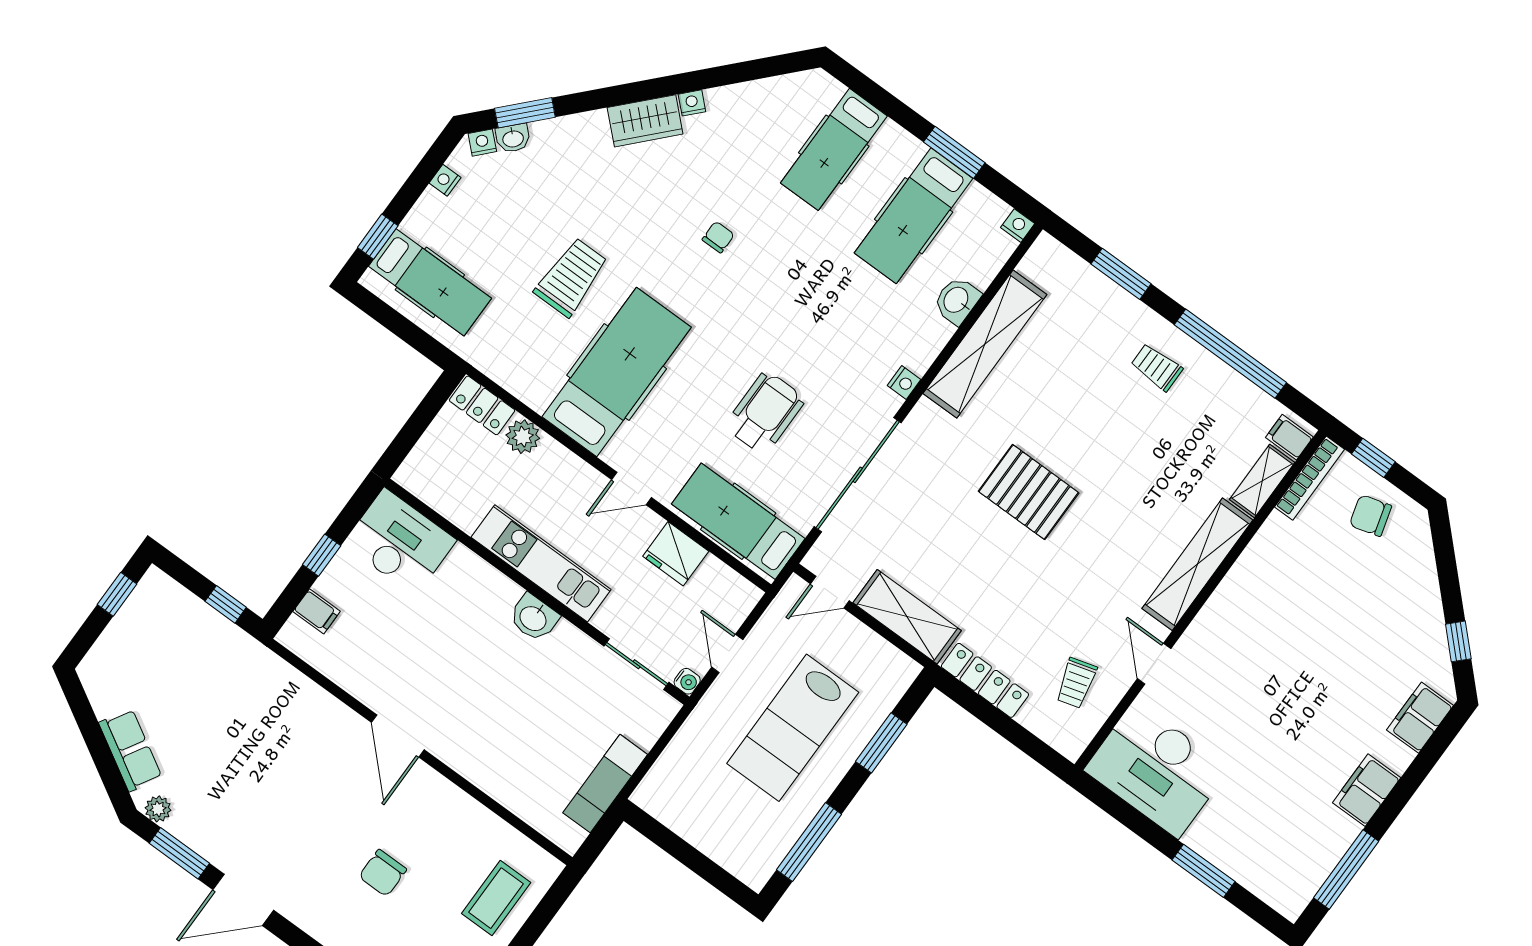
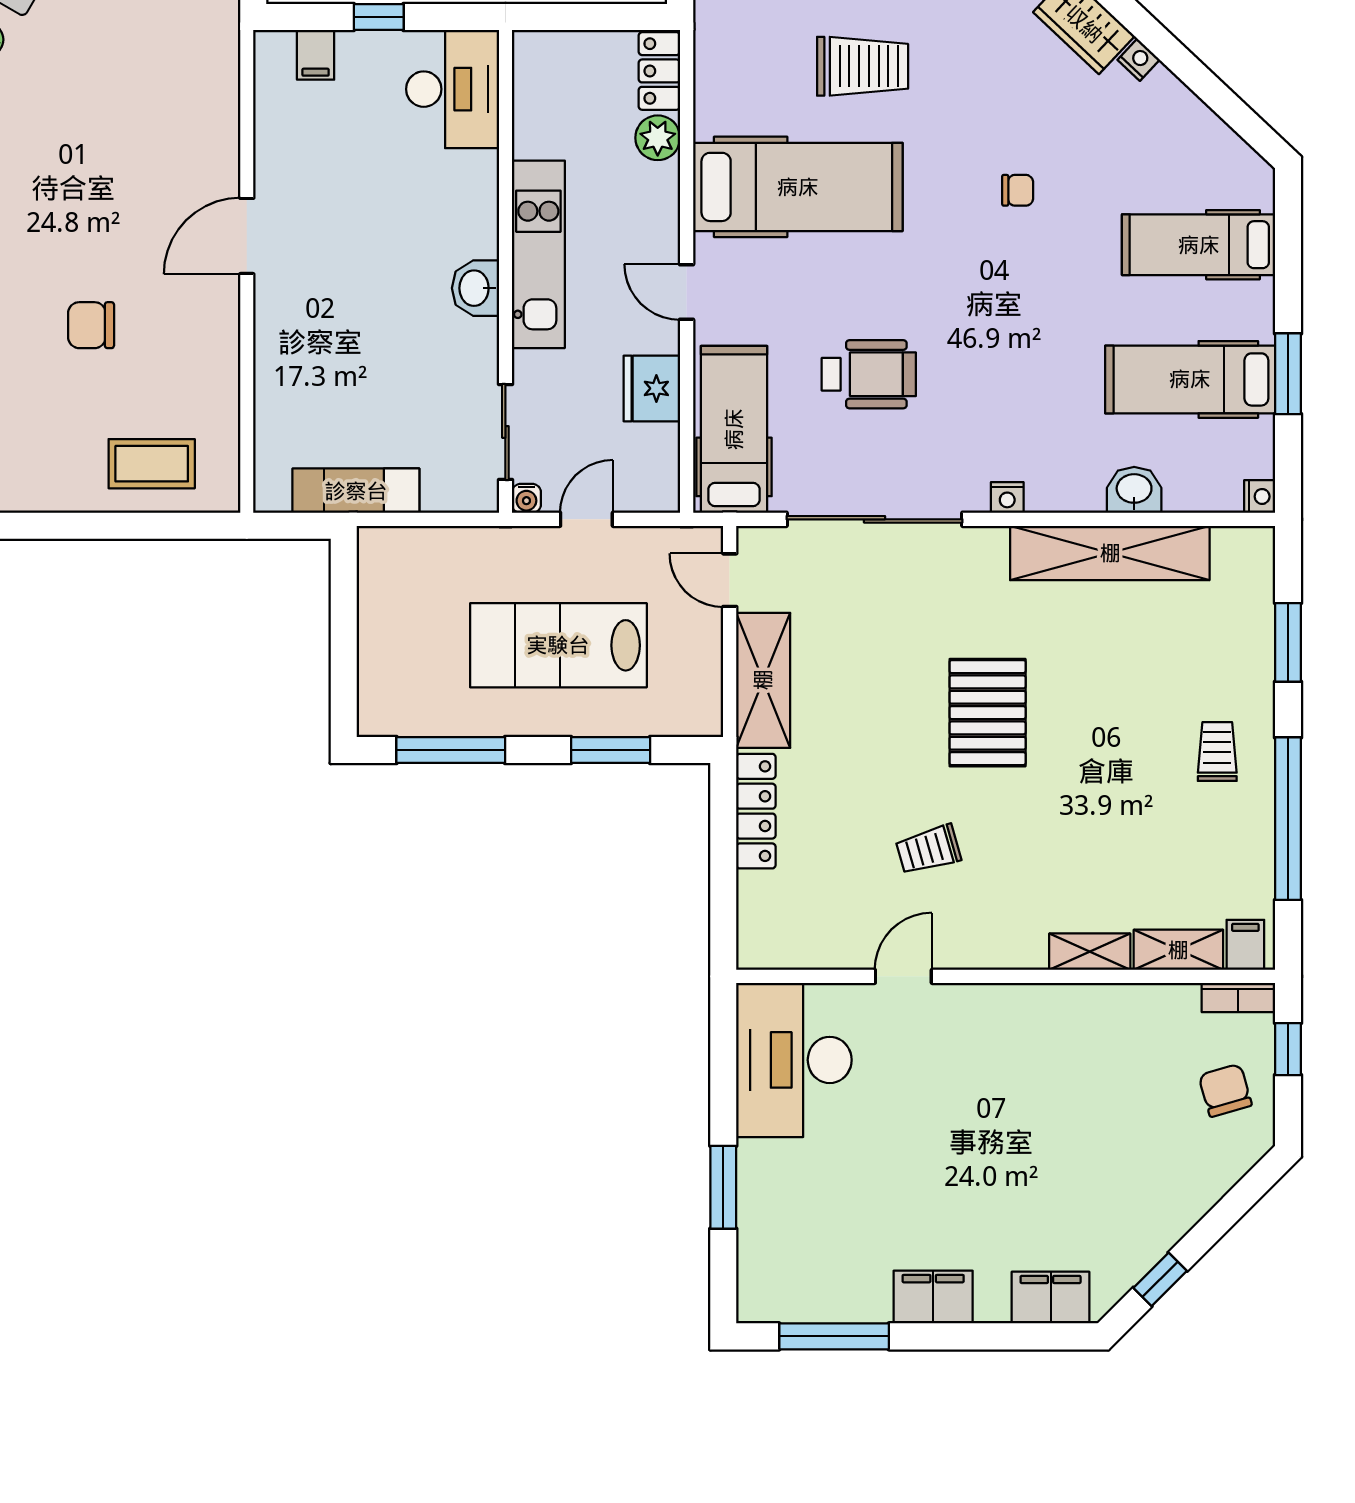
bookcase: (1310, 478) -> (1238, 998), width x0.64
shelving: (1197, 564) -> (1090, 952), width x0.45, depth x0.75
trolley: (1076, 683) -> (928, 850), moved

